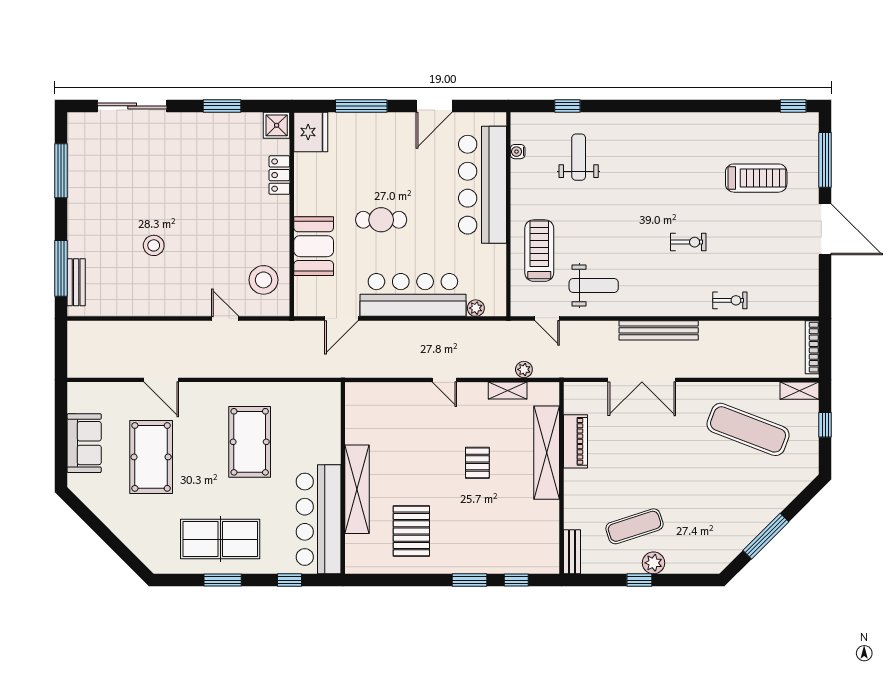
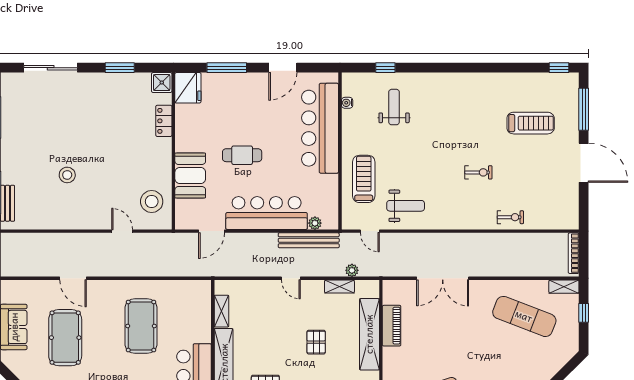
bench: (659, 330) -> (309, 240), moved
shelving: (354, 422) -> (221, 311), added

